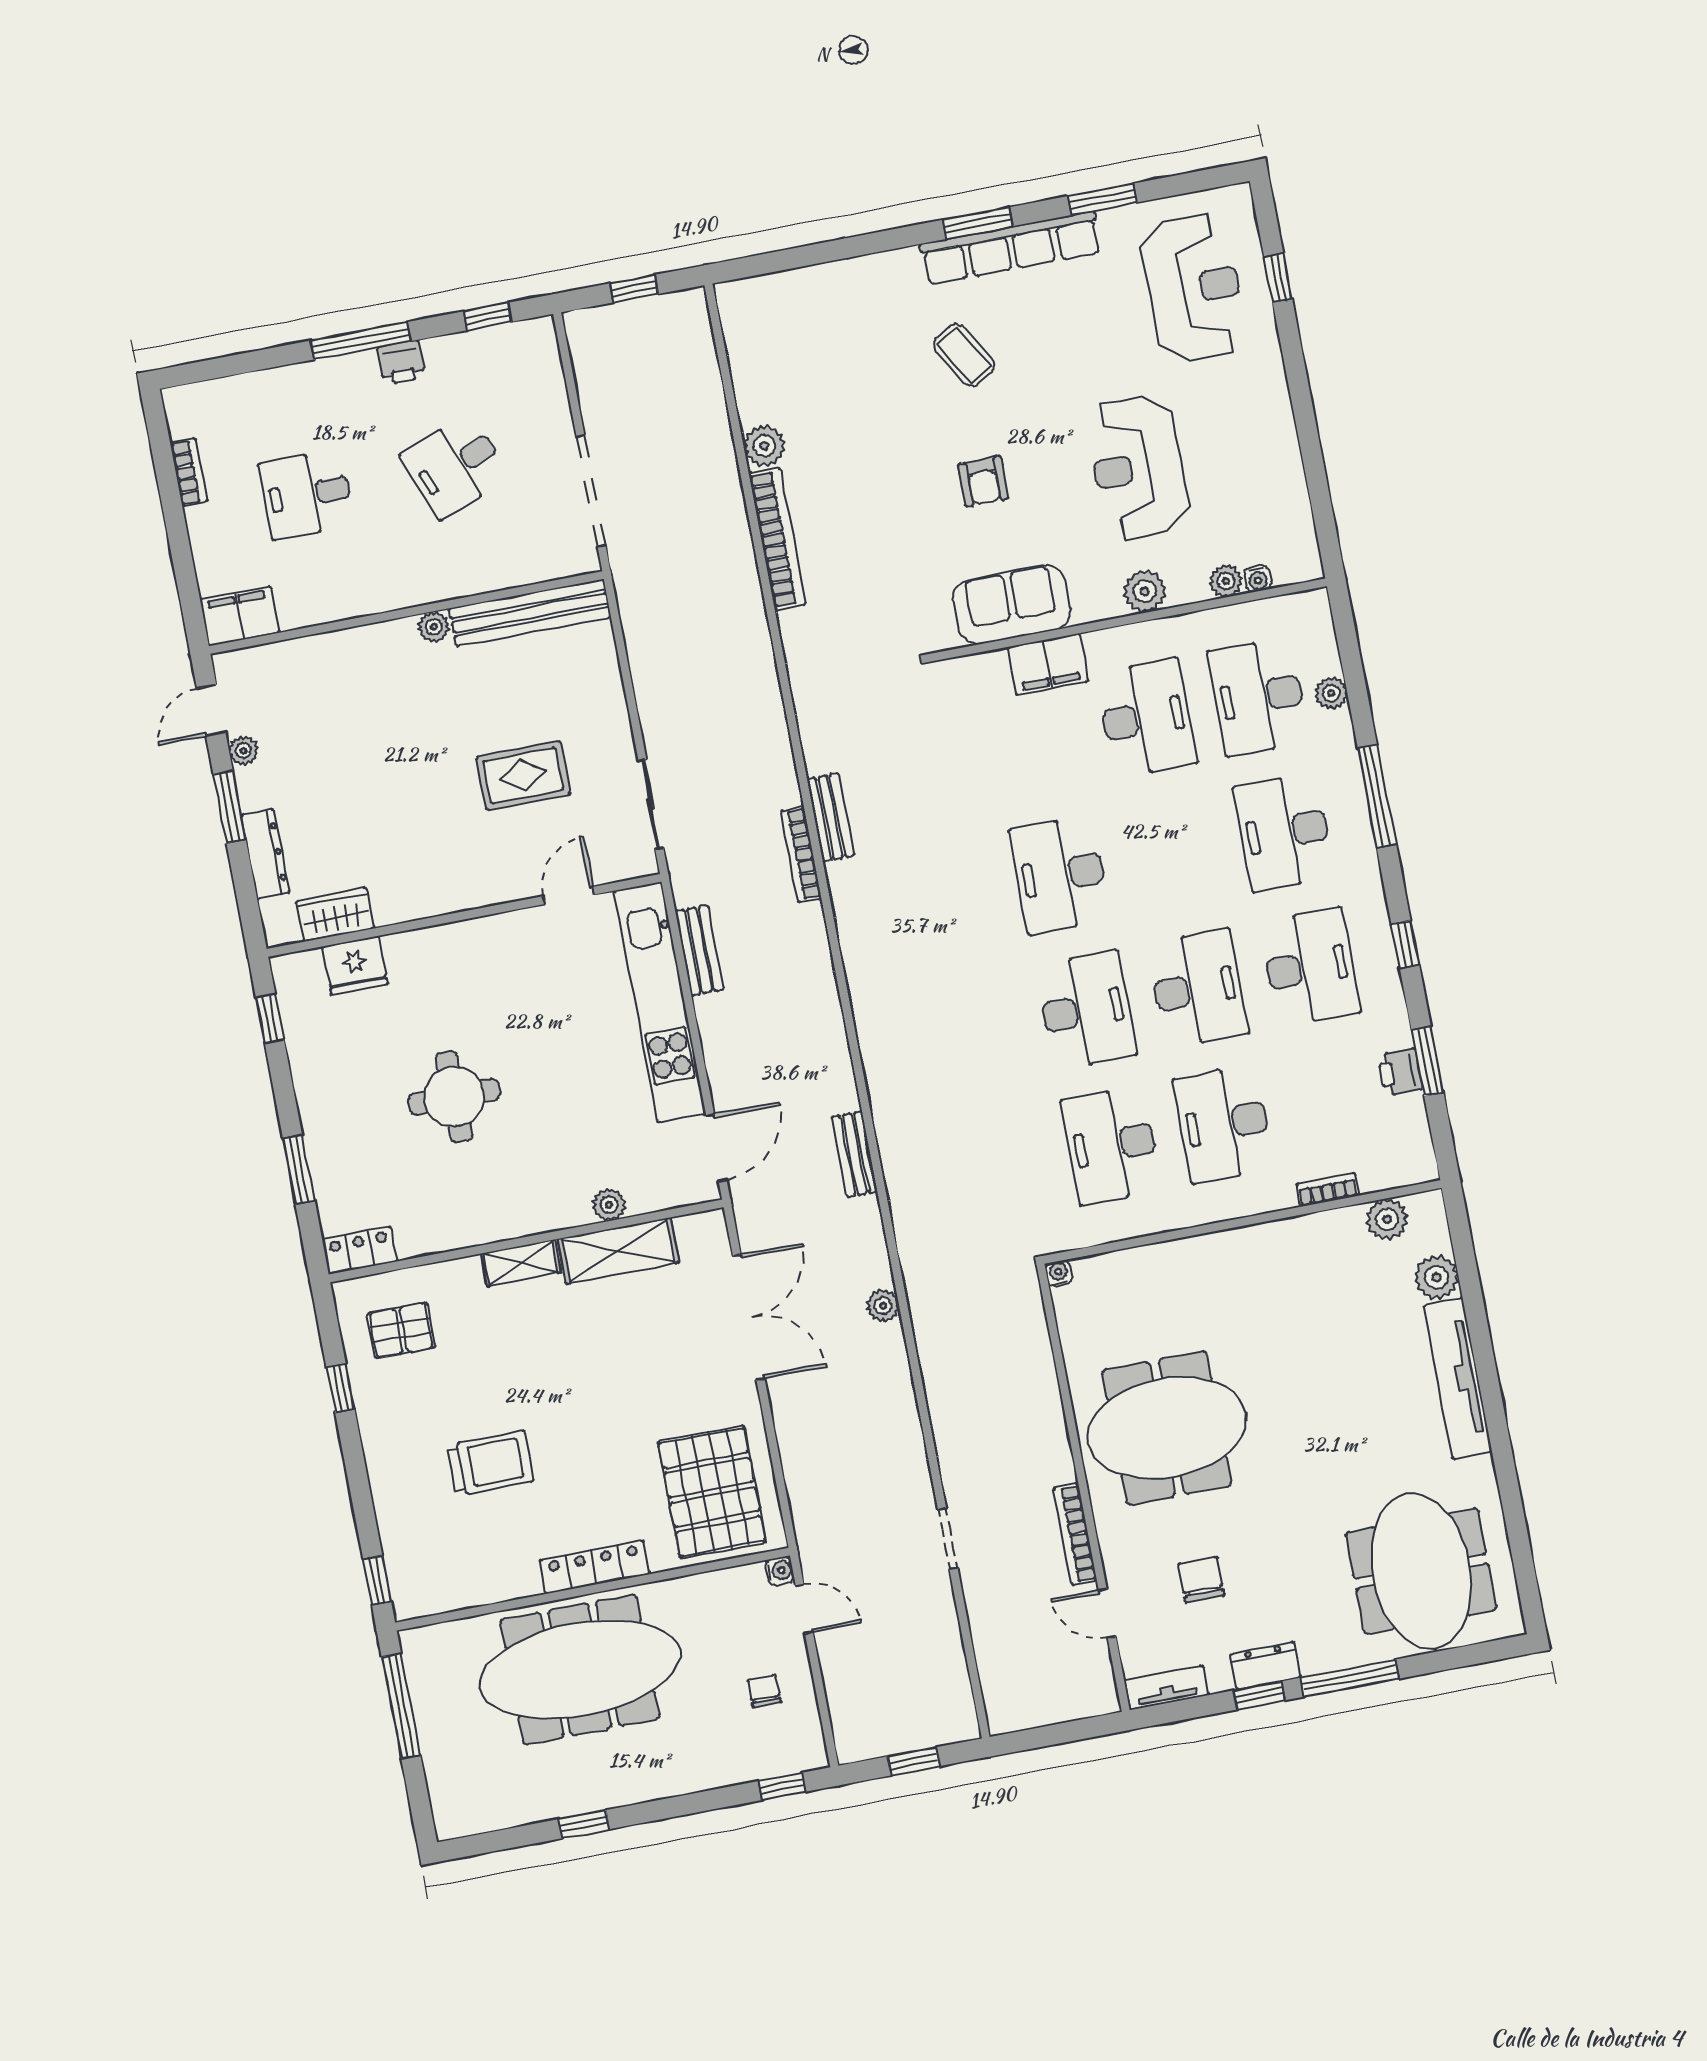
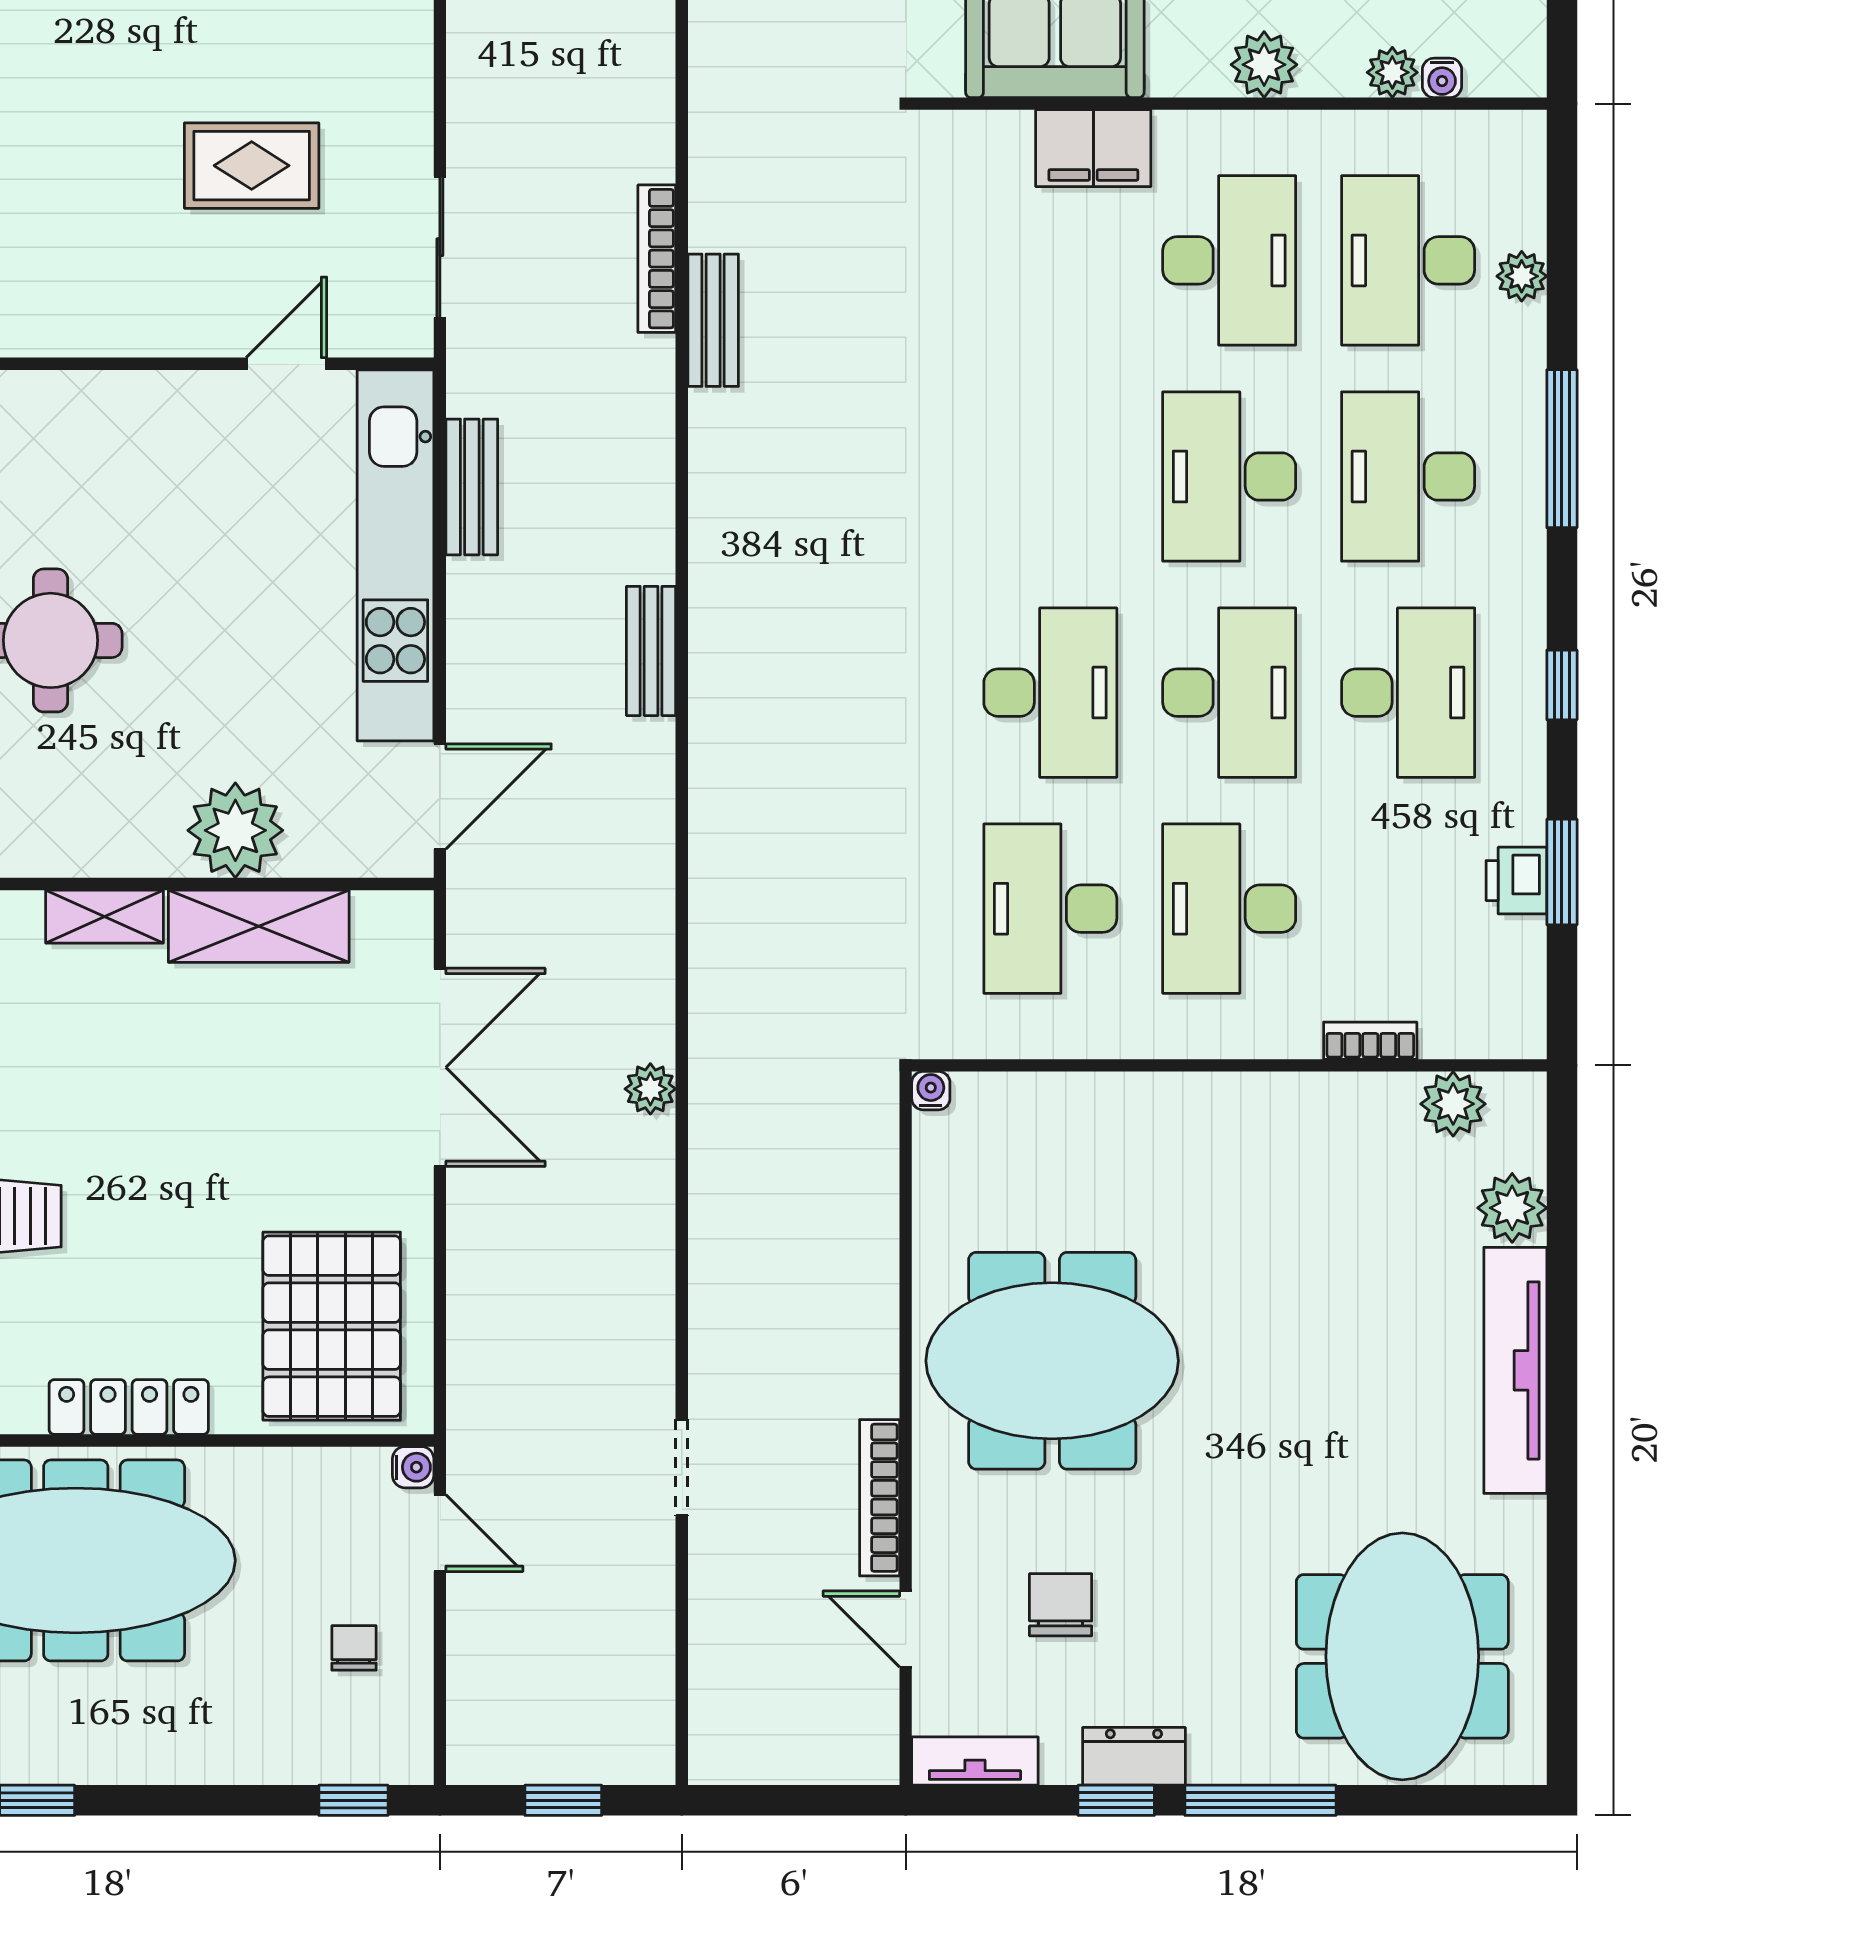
bookcase: (801, 854) -> (657, 259), moved
desk: (1060, 875) -> (1229, 476), moved
bench: (855, 1154) -> (651, 651), moved
plant: (609, 1205) -> (235, 830), width x1.87, depth x1.87

